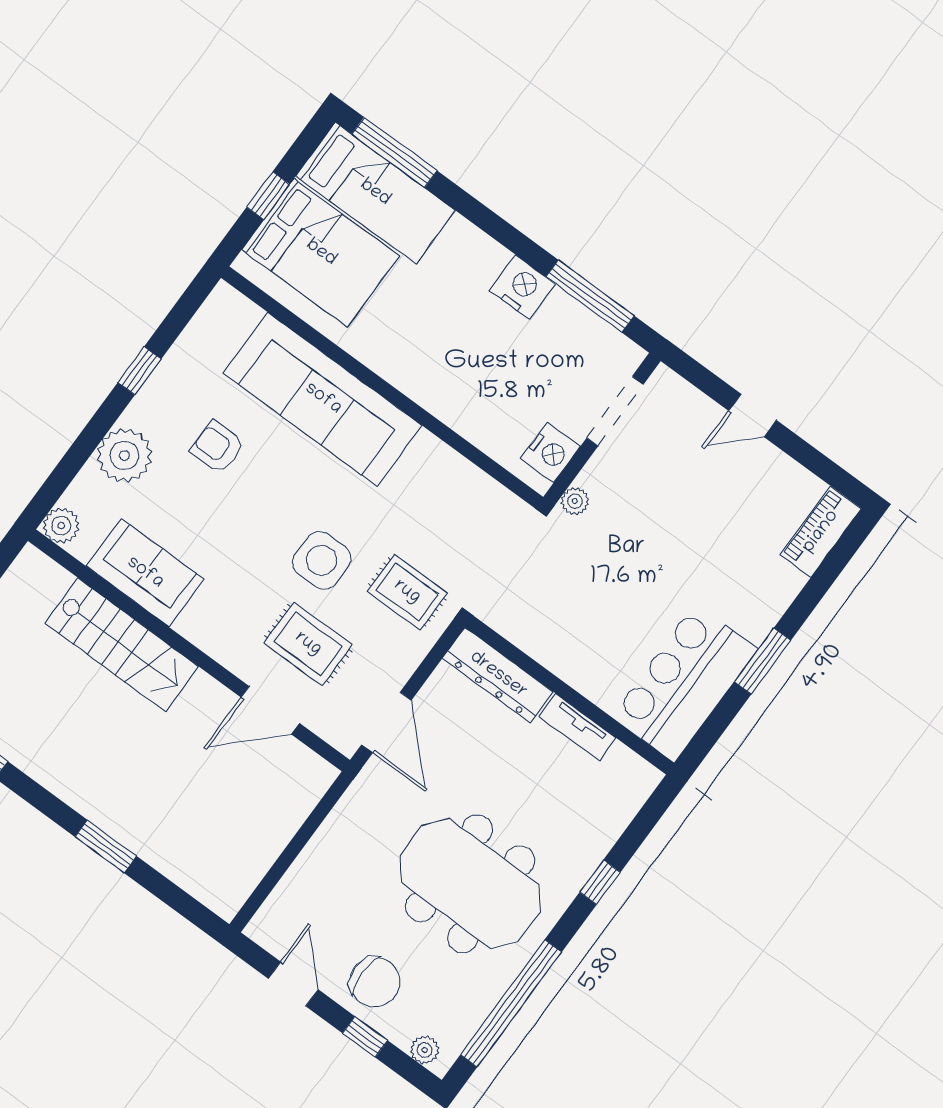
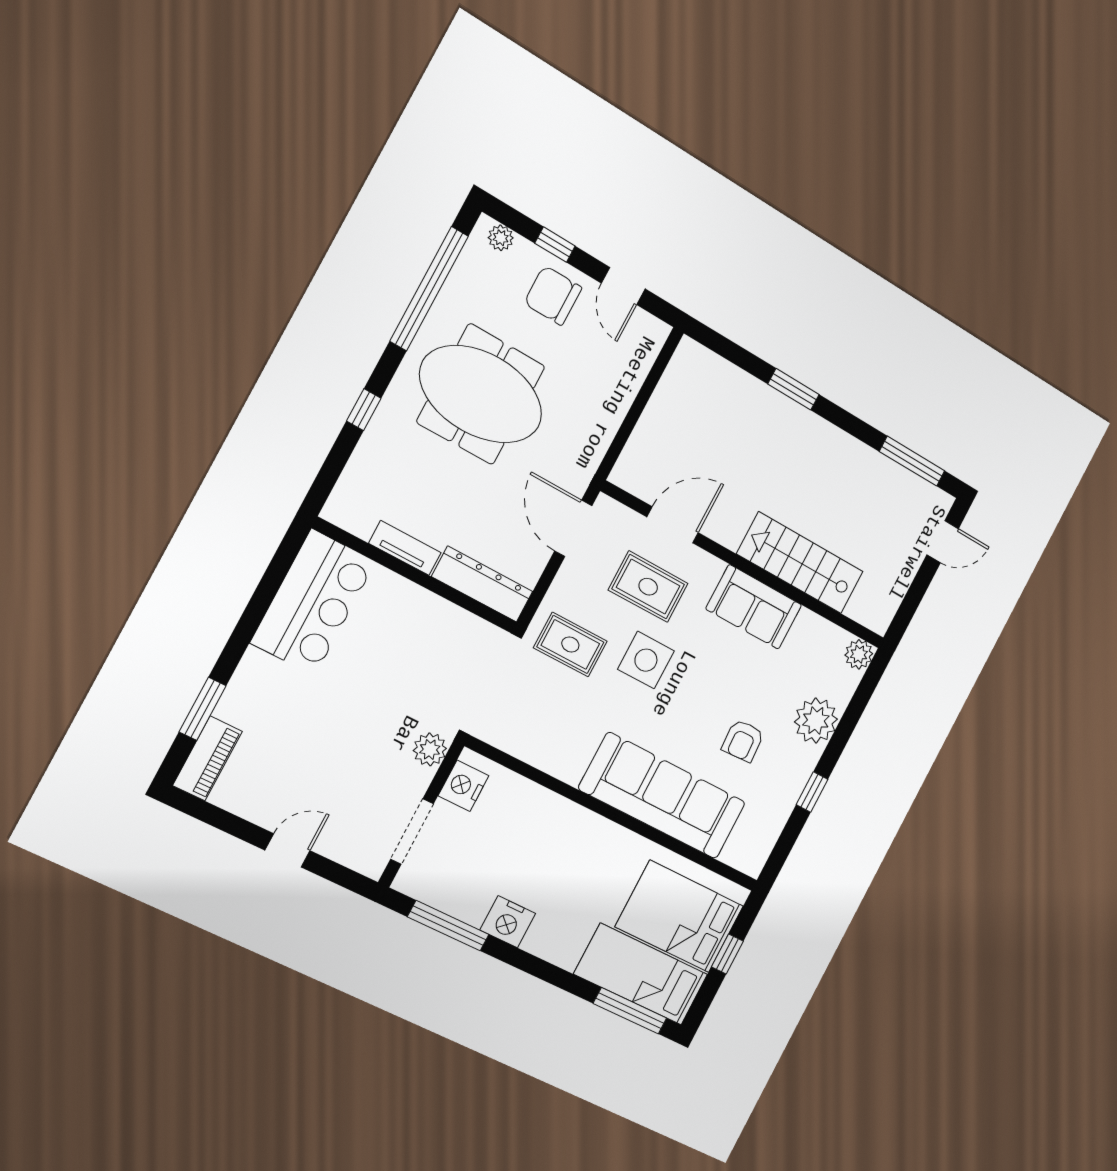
armchair: (217, 447) -> (743, 741), turned 87
plant: (575, 501) -> (430, 749), width x1.38, depth x1.38
sofa: (145, 573) -> (754, 607), moved
window: (763, 661) -> (203, 709), moved

